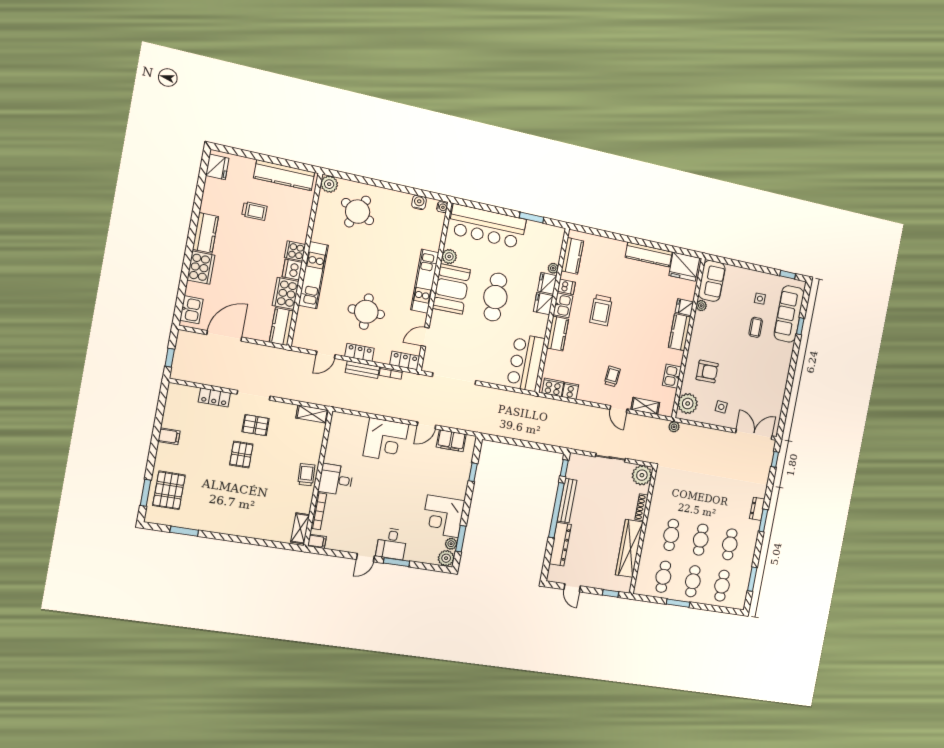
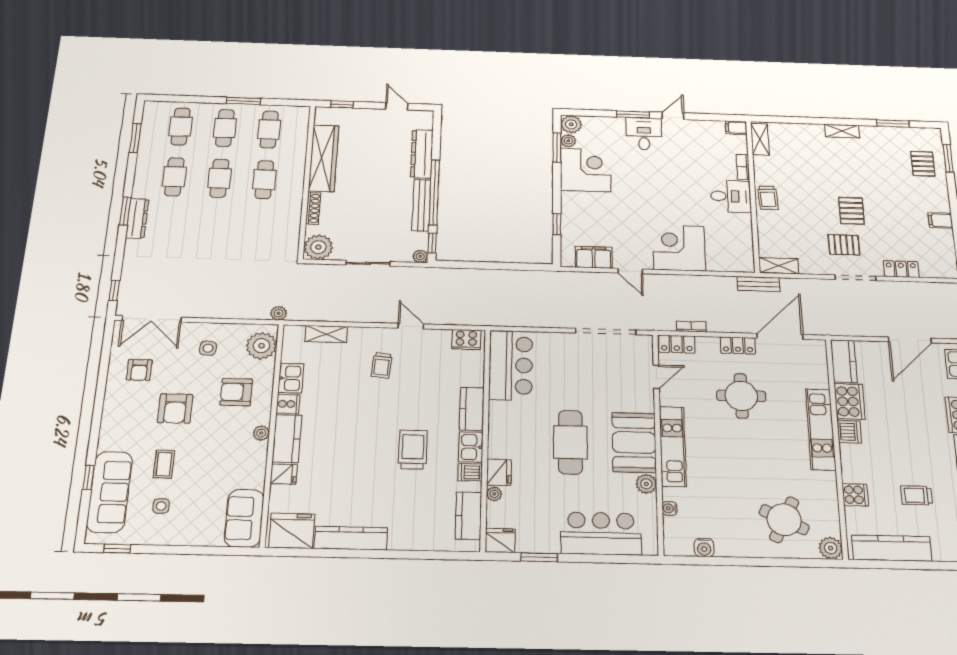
water cooler: (442, 207) -> (669, 508), moved
bar counter: (487, 226) -> (601, 533), width x0.73
cooker: (295, 251) -> (855, 495), moved
fridge: (543, 304) -> (500, 541), moved, turned -90
plant: (701, 306) -> (261, 433), moved
door: (326, 355) -> (780, 336), width x1.87
armchair: (745, 366) -> (175, 408), added
bench: (362, 370) -> (758, 284), moved
cooker: (570, 391) -> (288, 404), moved, turned -90
armchair: (765, 398) -> (139, 370), added
door: (618, 409) -> (411, 326), moved
door: (426, 425) -> (630, 271), swing flipped
plant: (574, 458) -> (420, 256), added
pallet: (169, 490) -> (923, 164), width x0.67, depth x0.71
dresser: (757, 509) -> (137, 218), width x1.44
bookcase: (319, 511) -> (743, 167), width x0.64
shelving: (230, 529) -> (842, 131), added

